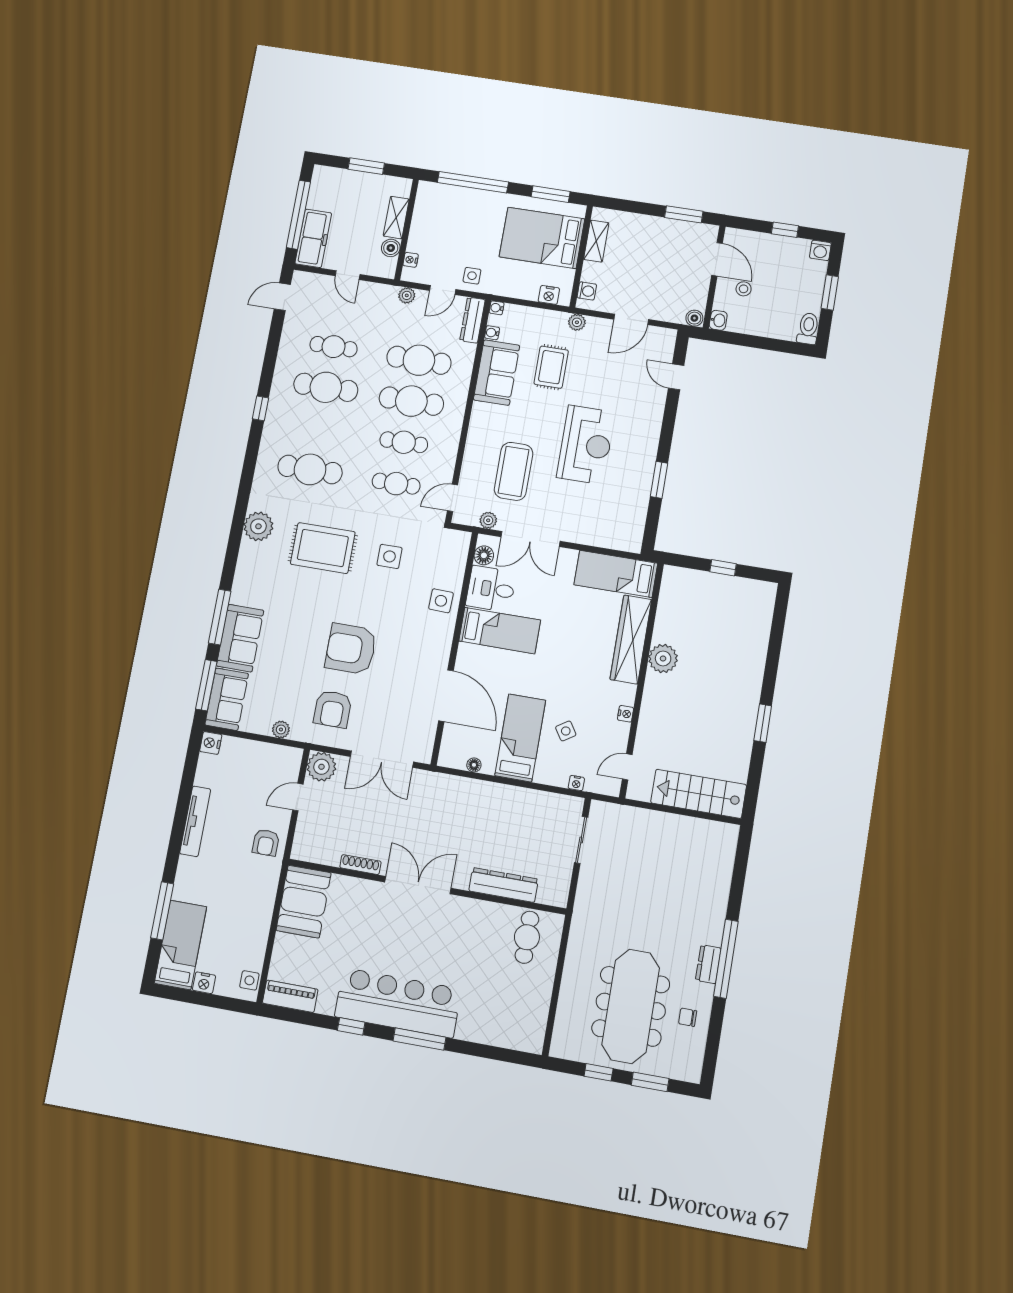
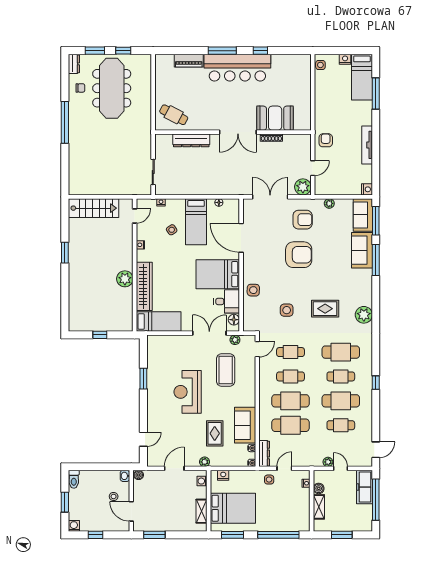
plant: (407, 295) -> (328, 462), moved
door: (676, 377) -> (143, 439), hinge flipped
cafe table: (318, 428) -> (341, 376), added
rug: (323, 548) -> (325, 309), width x0.73, depth x0.70
bed: (500, 631) -> (218, 274), width x1.50
armchair: (333, 709) -> (303, 220), turned 90
booth: (304, 902) -> (275, 118), moved, turned 90
cafe table: (527, 937) -> (174, 115), turned -62
dresser: (708, 964) -> (74, 64), moved
piano: (290, 996) -> (189, 61), moved

